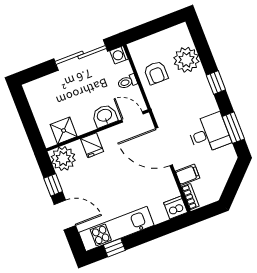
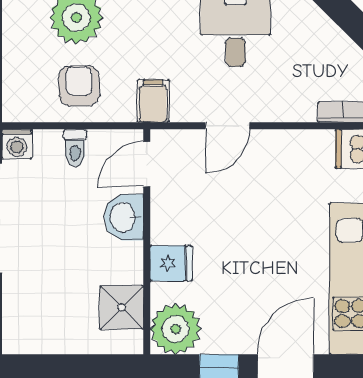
armchair: (156, 73) -> (79, 86), turned -90
door: (164, 147) -> (227, 126), width x0.53
filing cabinet: (188, 175) -> (153, 101), moved

